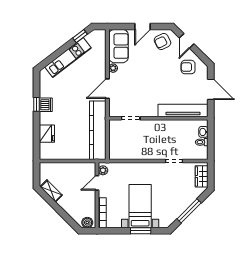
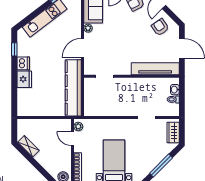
armchair: (188, 67) -> (160, 27), turned 56
window: (36, 104) -> (14, 49), moved
fridge: (47, 134) -> (24, 79), moved
door: (97, 183) -> (72, 139), hinge flipped

